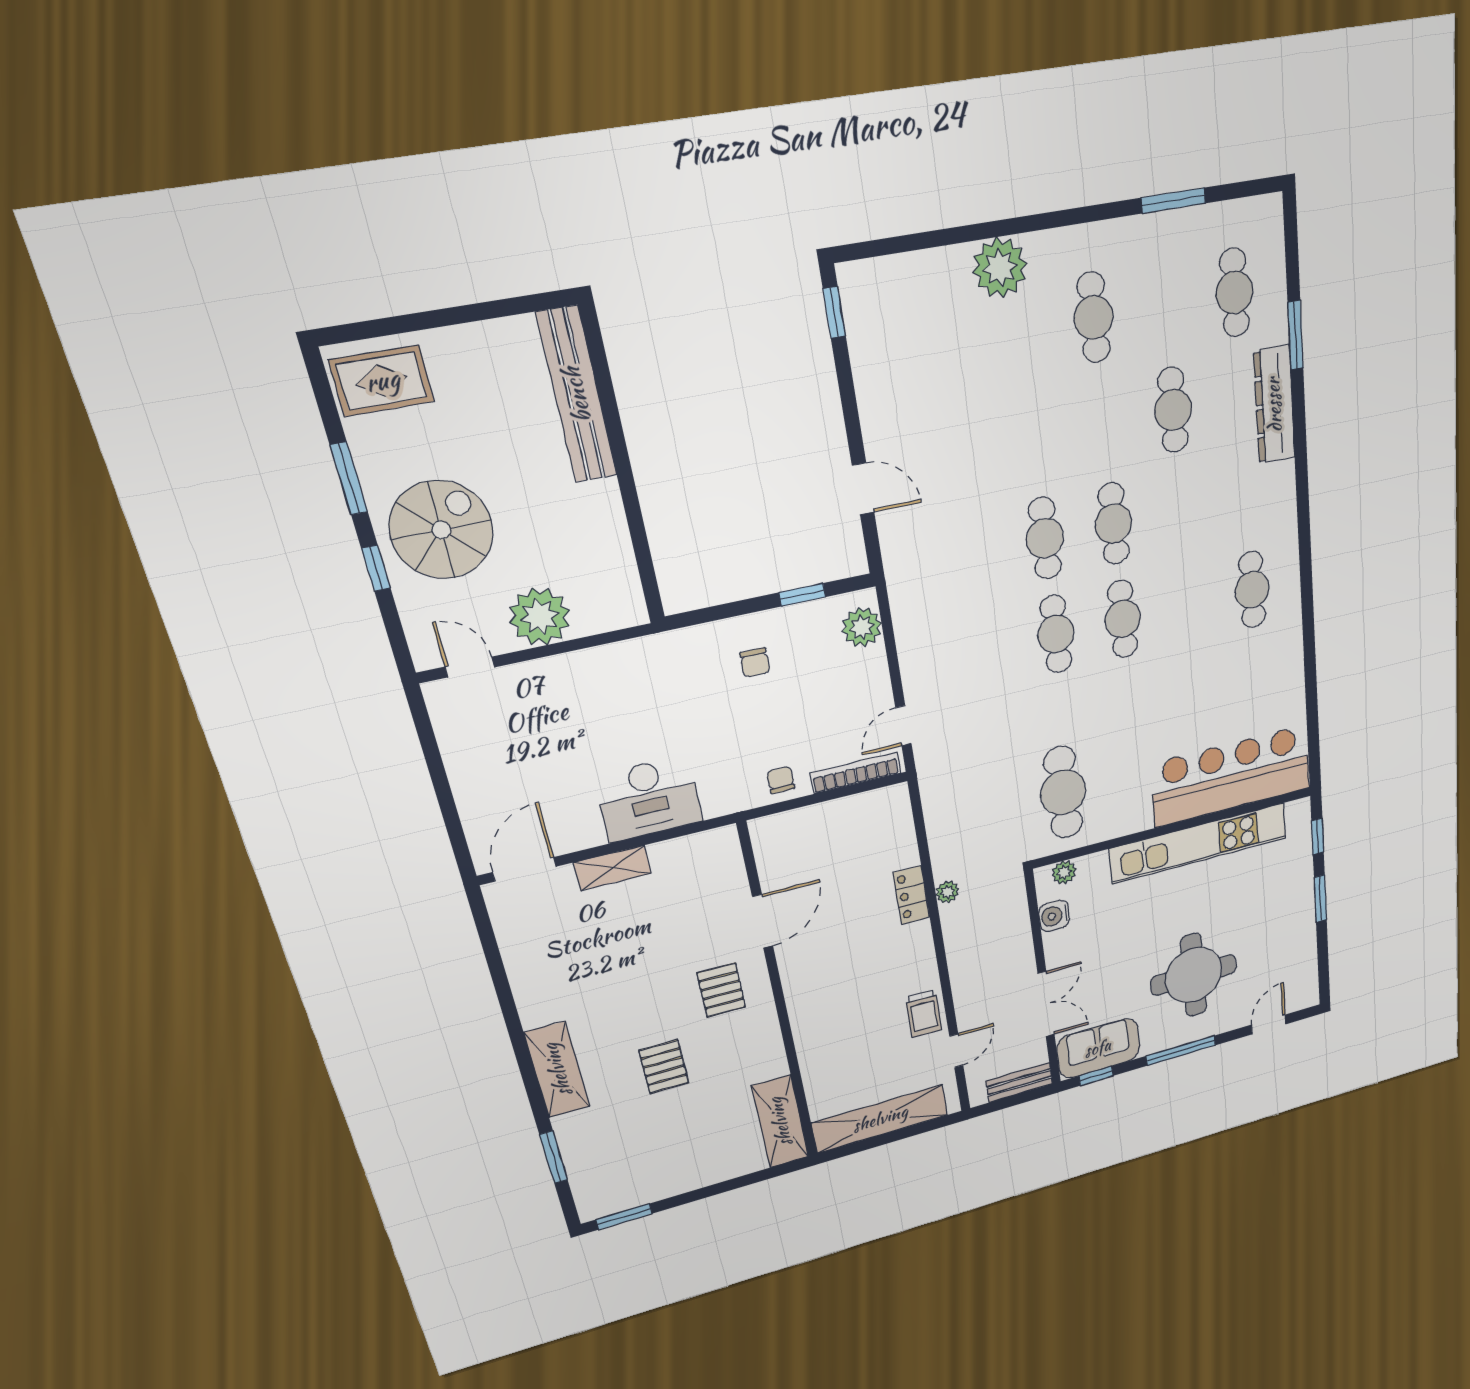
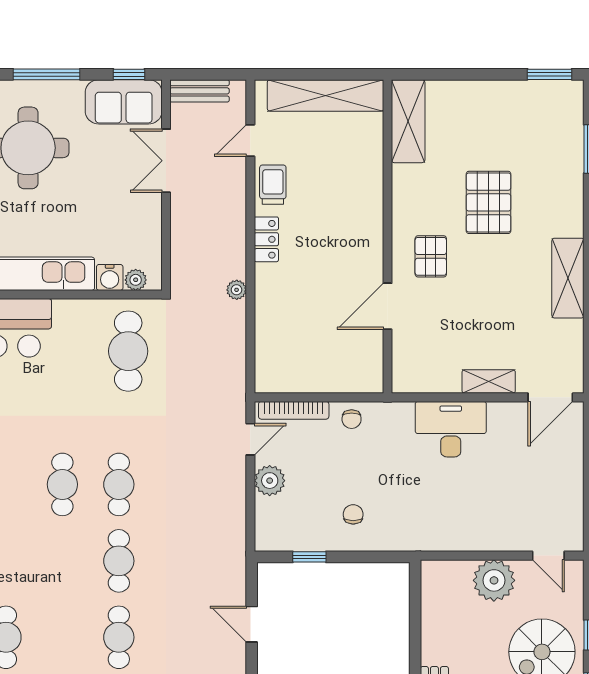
cafe table: (1114, 524) -> (119, 637), moved
plant: (862, 627) -> (270, 481), moved
locker: (911, 895) -> (266, 239), moved
water cooler: (1054, 916) -> (110, 277), moved, turned 90
pallet: (664, 1067) -> (489, 202), width x1.50, depth x1.42
shelving: (557, 1070) -> (568, 278), moved

